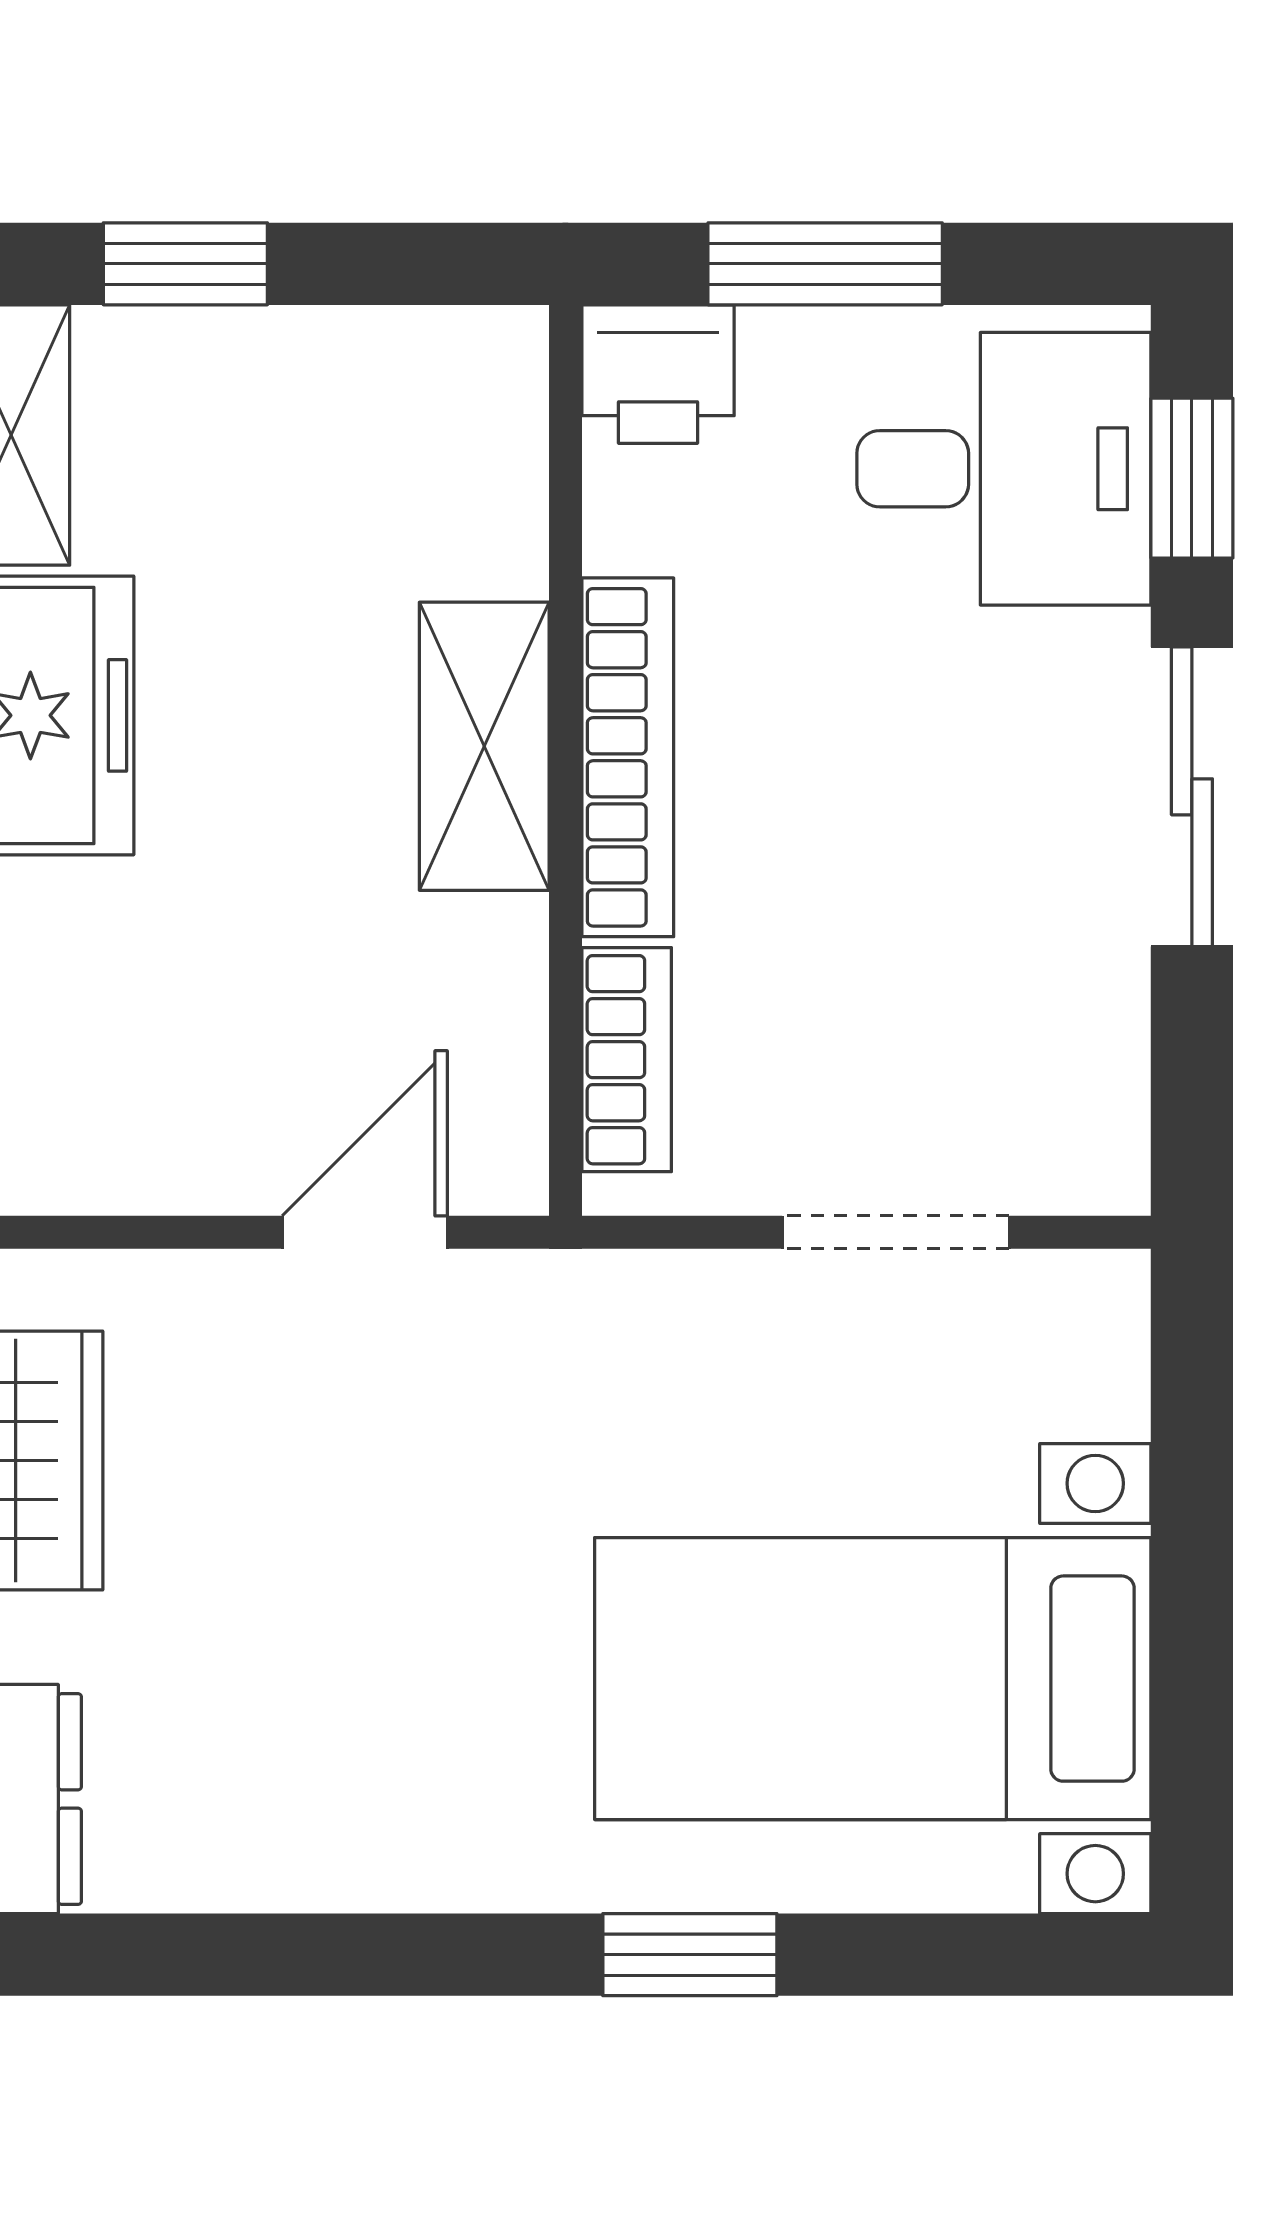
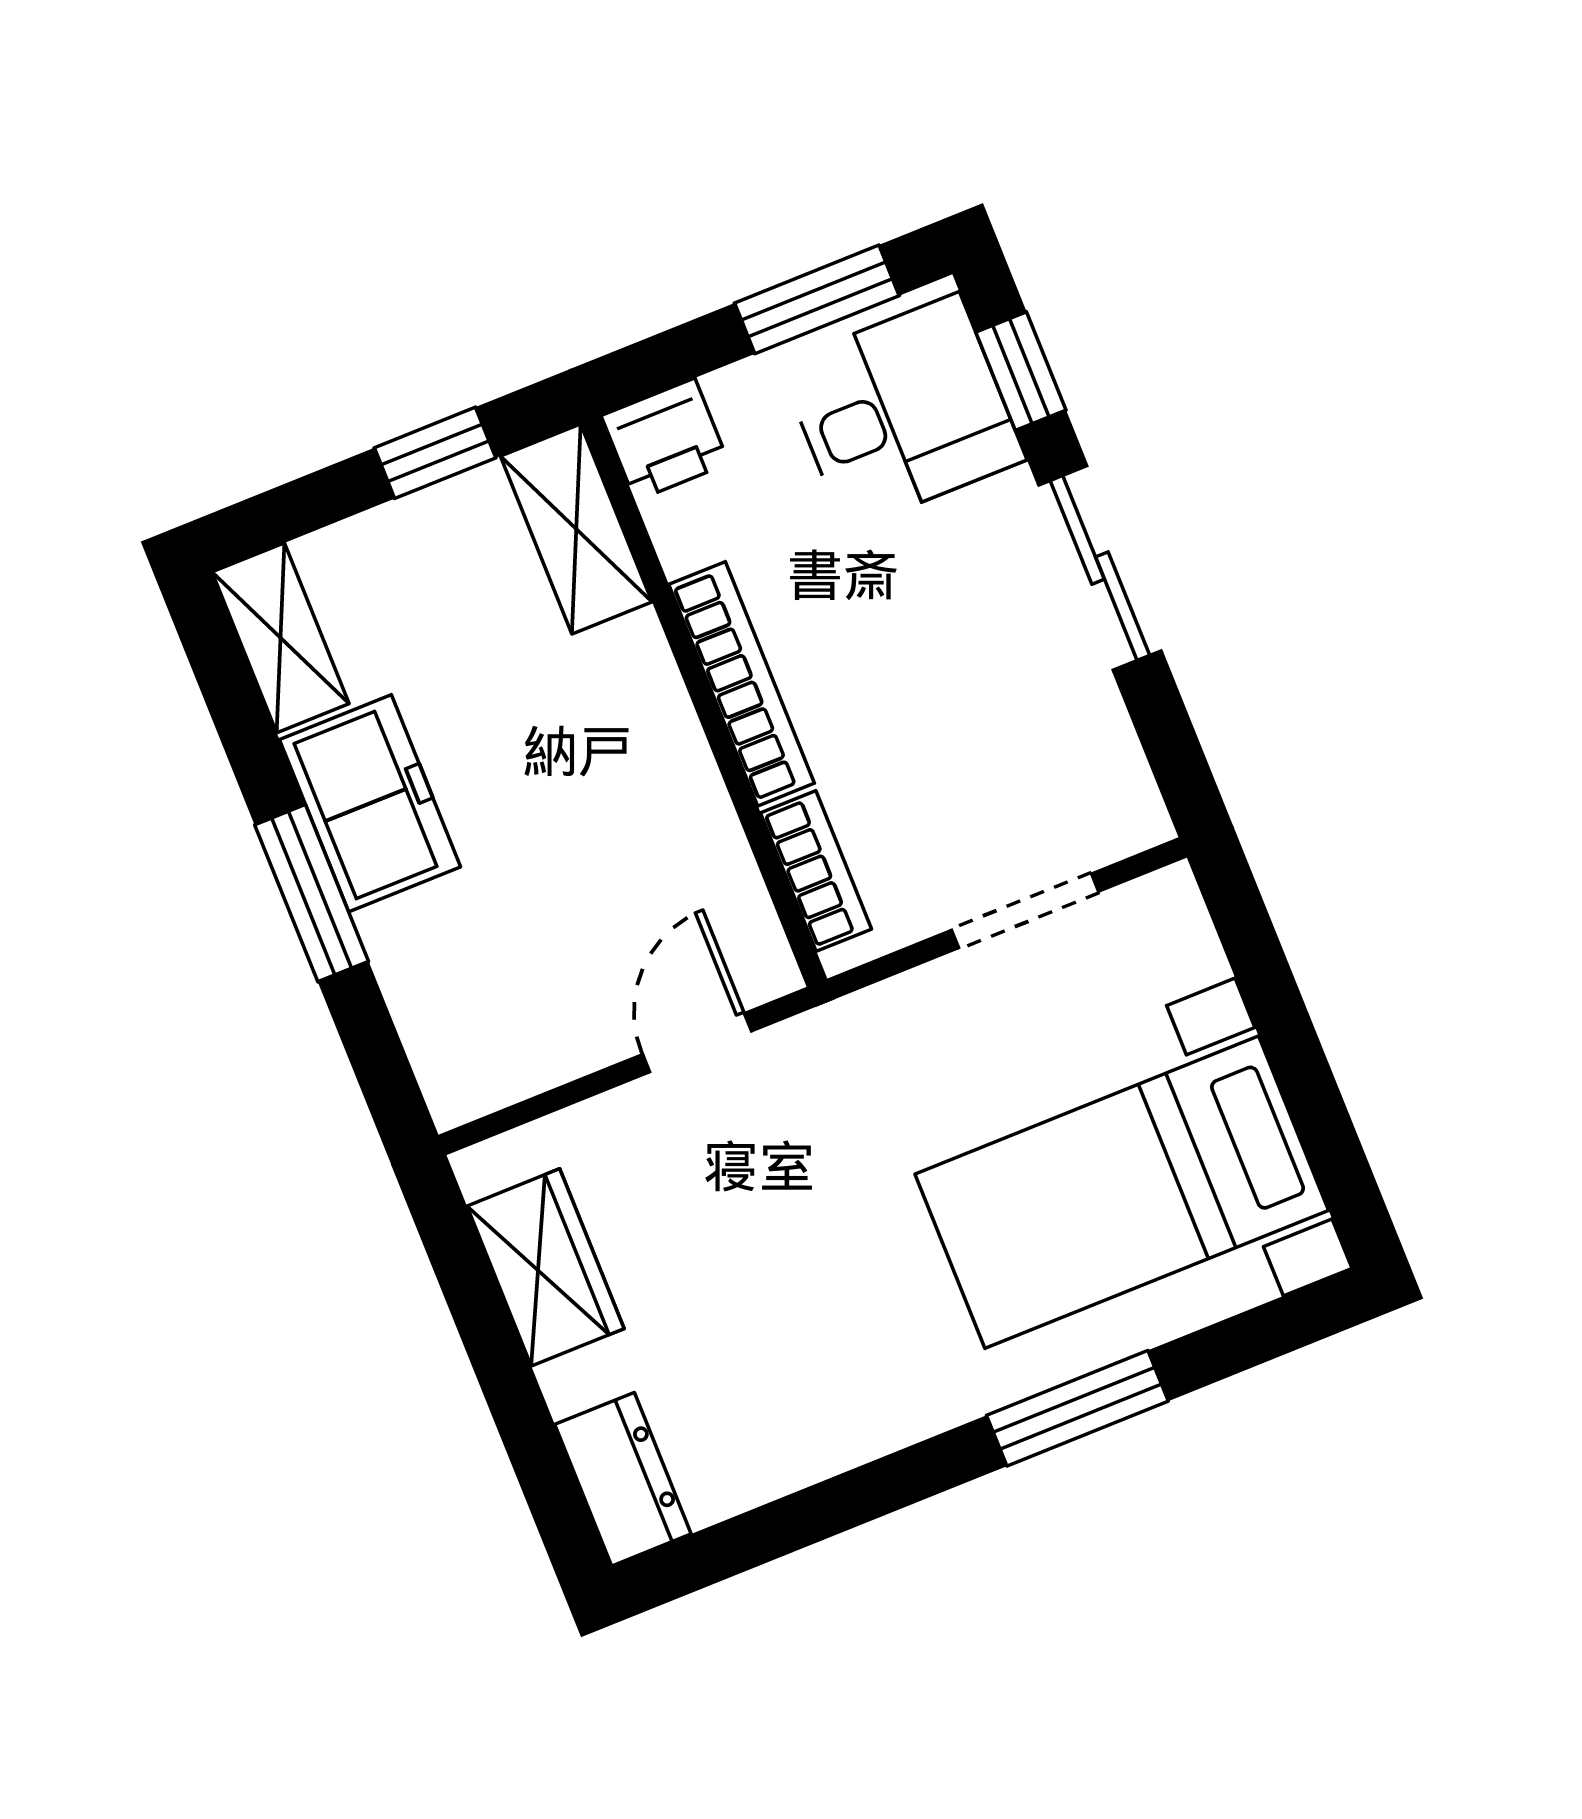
window: (185, 264) -> (435, 453), moved
window: (825, 264) -> (817, 299), moved
shelving: (484, 746) -> (576, 529), moved
window: (690, 1955) -> (1077, 1408), width x1.50

